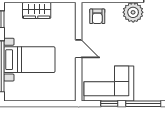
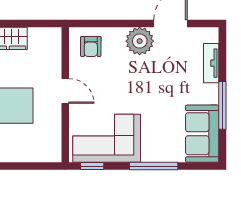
window: (109, 104) -> (92, 166), moved

